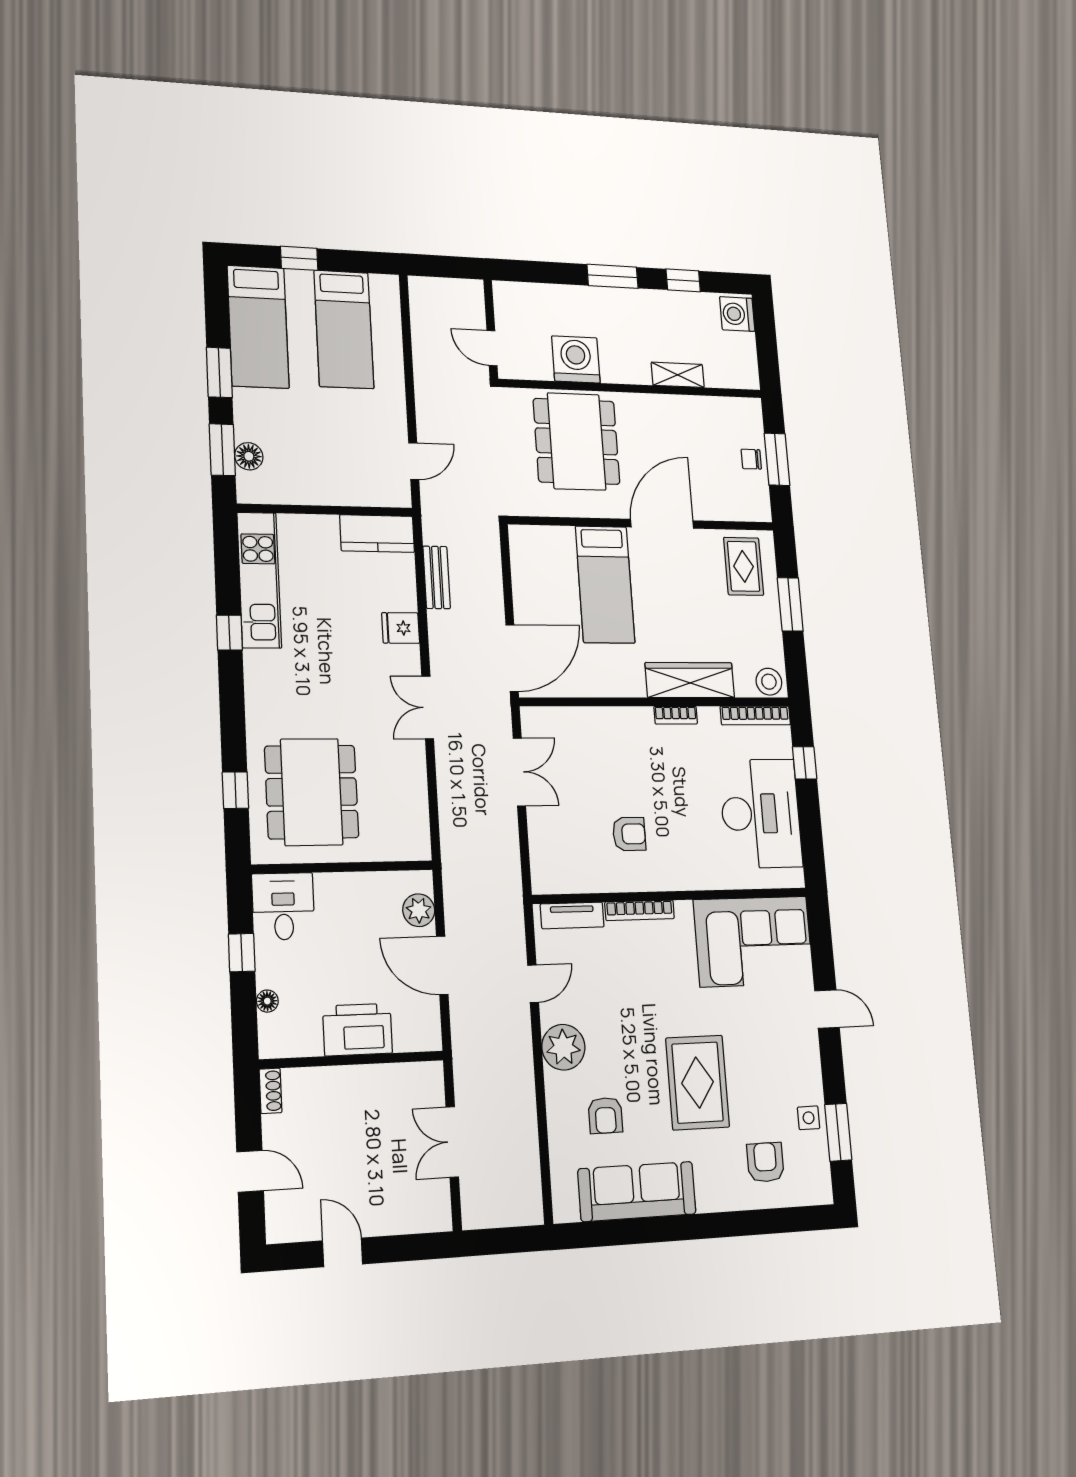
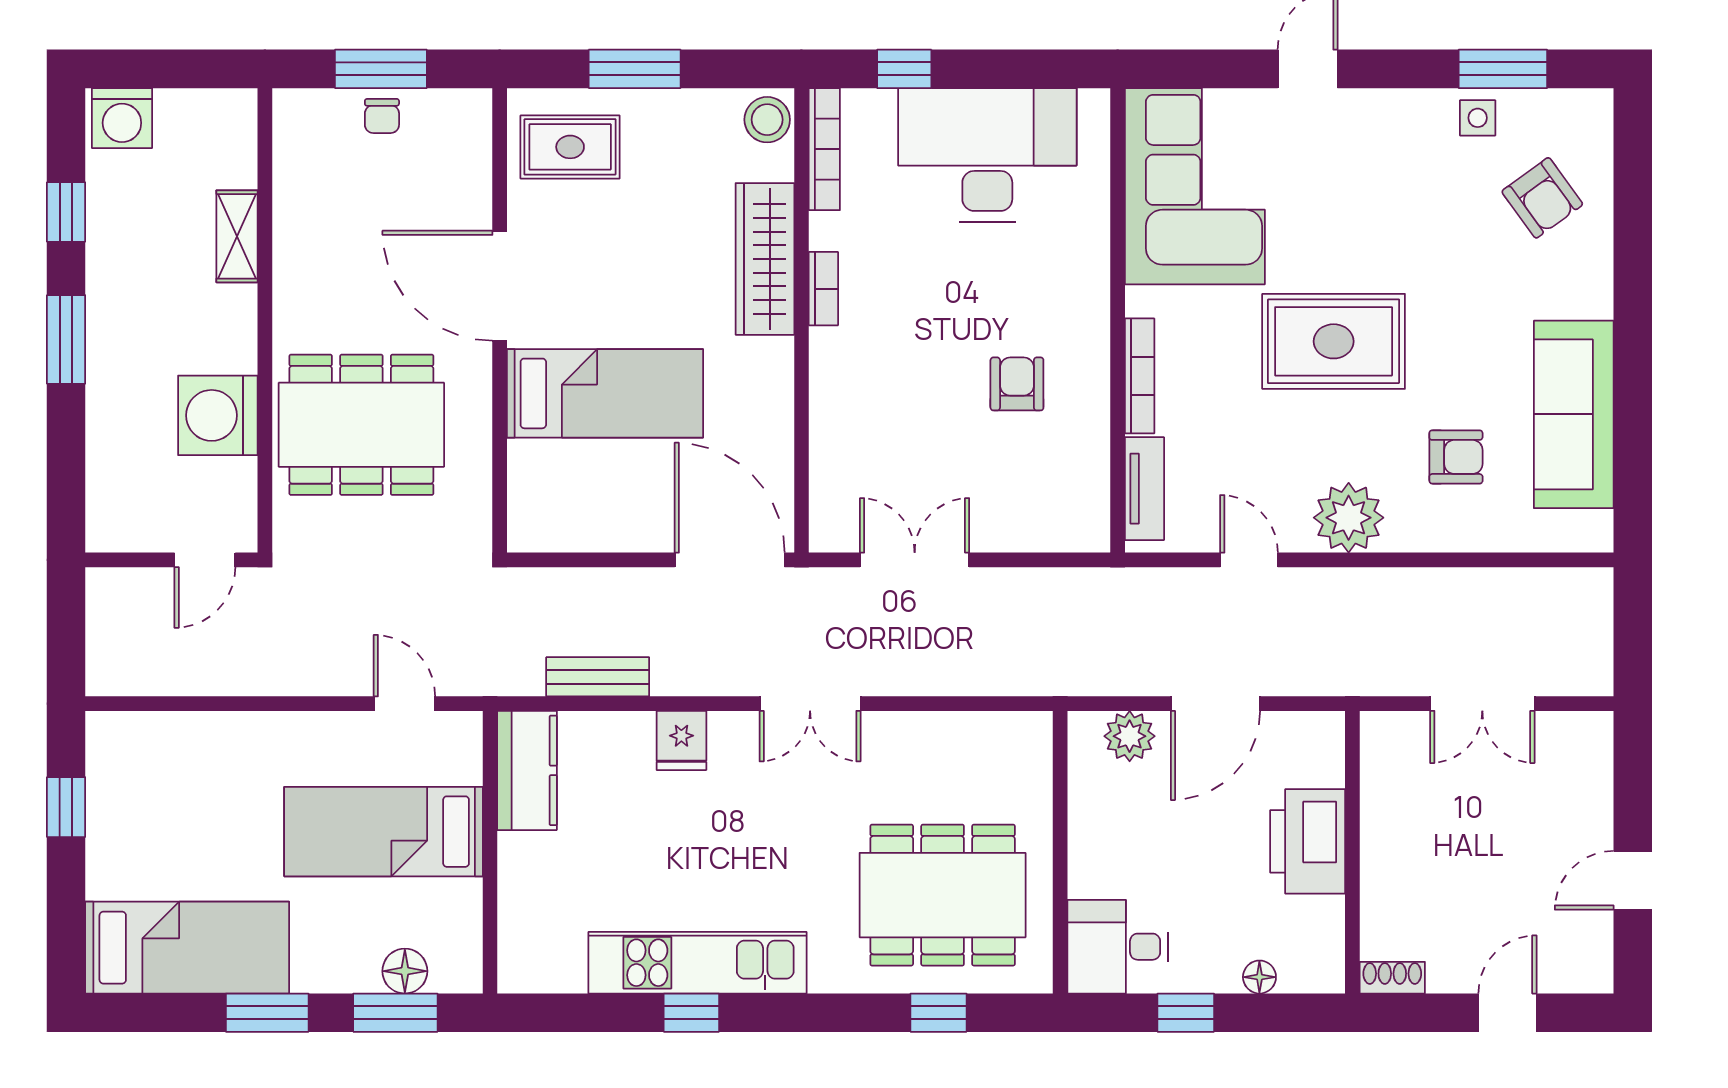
window: (299, 258) -> (66, 807), moved
bed: (344, 329) -> (383, 832), moved, turned 180
kitchen unit: (259, 580) -> (698, 963), moved
rug: (698, 1082) -> (1334, 341), moved
armchair: (765, 1162) -> (1542, 198), turned -126

